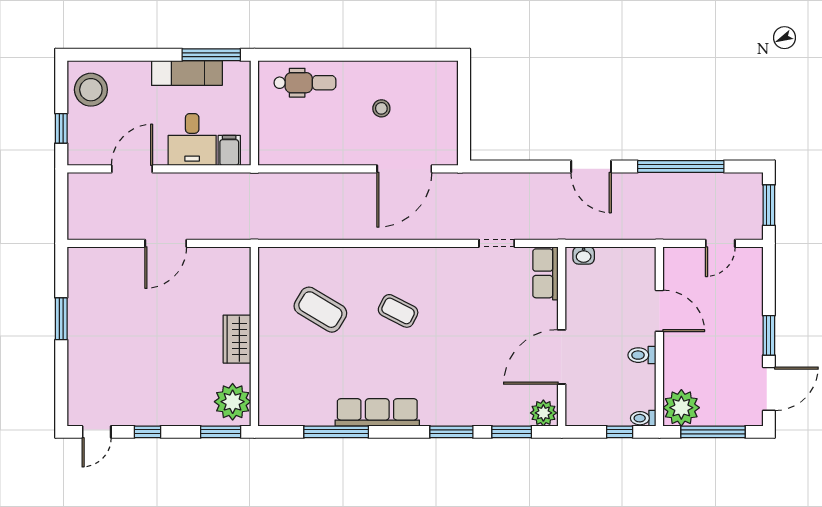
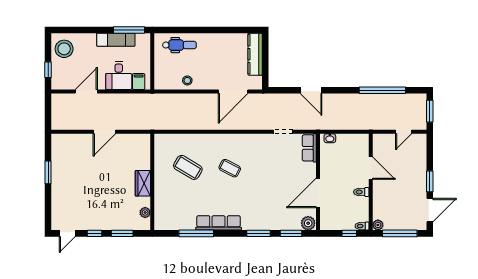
kitchen counter: (445, 100) -> (255, 54), added
stool: (381, 108) -> (187, 81), moved
door: (591, 166) -> (311, 90), moved
plant: (233, 402) -> (145, 213), width x0.53, depth x0.53
plant: (681, 408) -> (378, 225), width x0.53, depth x0.53
window: (221, 432) -> (122, 233), moved

